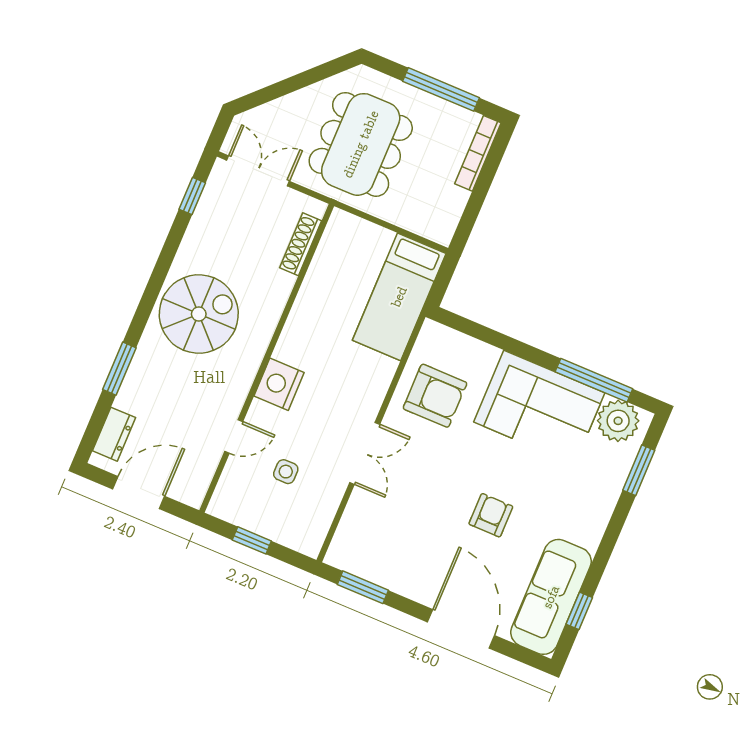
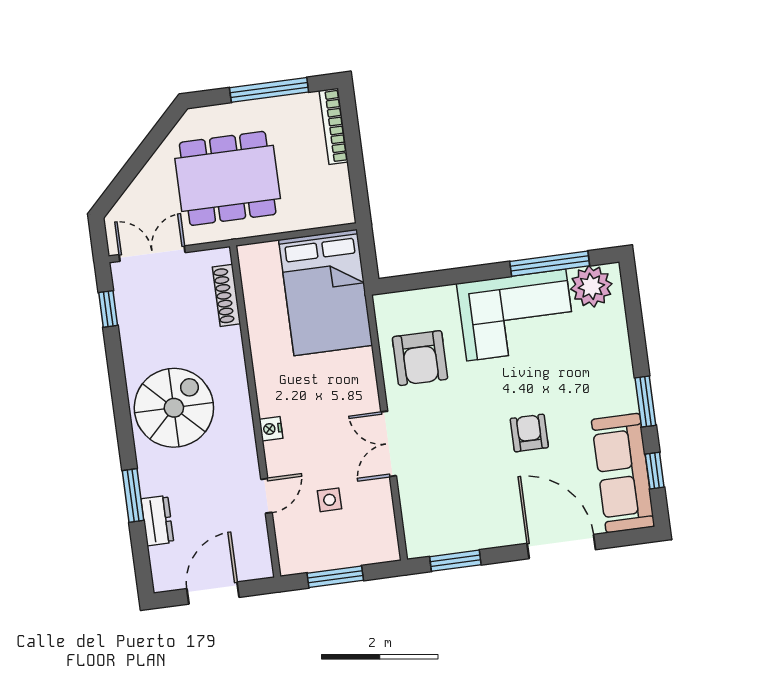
dining table: (361, 144) -> (228, 178), turned 90
bed: (399, 297) -> (326, 292), width x1.50
nightstand: (279, 384) -> (271, 429), width x0.53, depth x0.56
armchair: (435, 396) -> (420, 358), turned 90
dresser: (114, 434) -> (157, 521), moved
double door: (365, 453) -> (389, 444), swing flipped
window: (639, 470) -> (645, 402), moved
window: (252, 540) -> (335, 577), width x1.50

